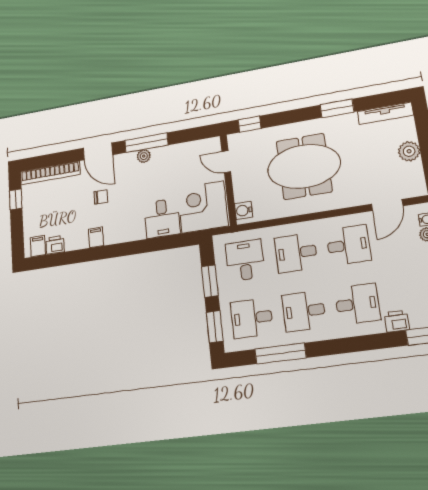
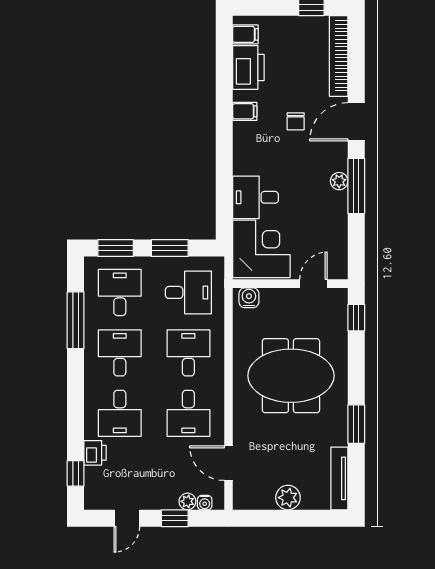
meeting table: (304, 166) -> (291, 376), turned 90
printer: (55, 245) -> (248, 67), width x1.87, depth x1.48

